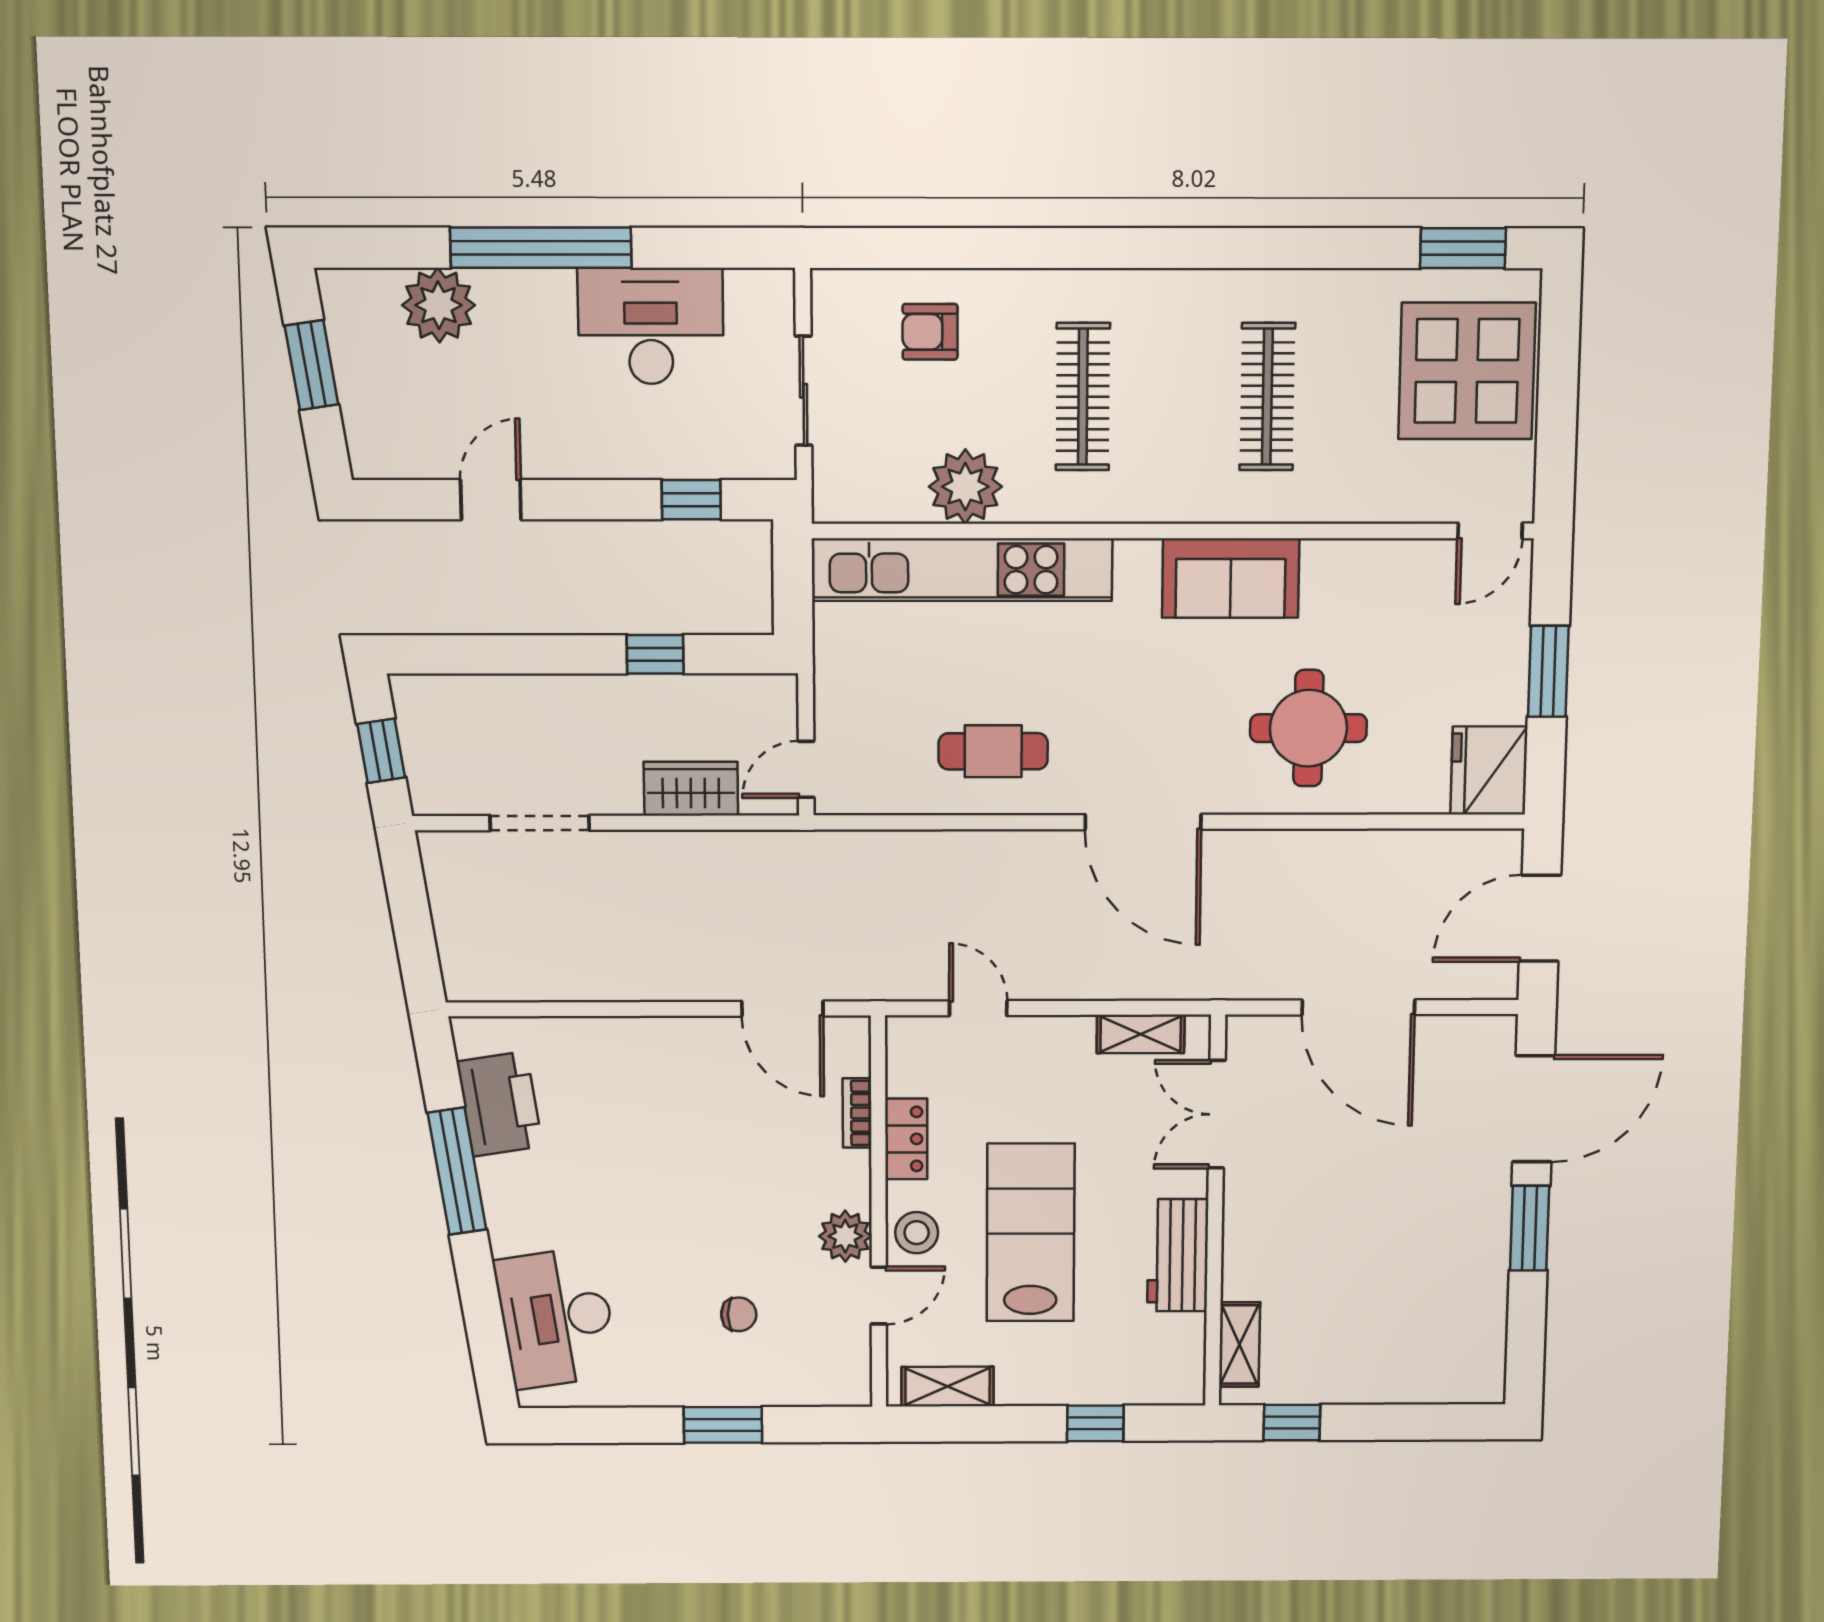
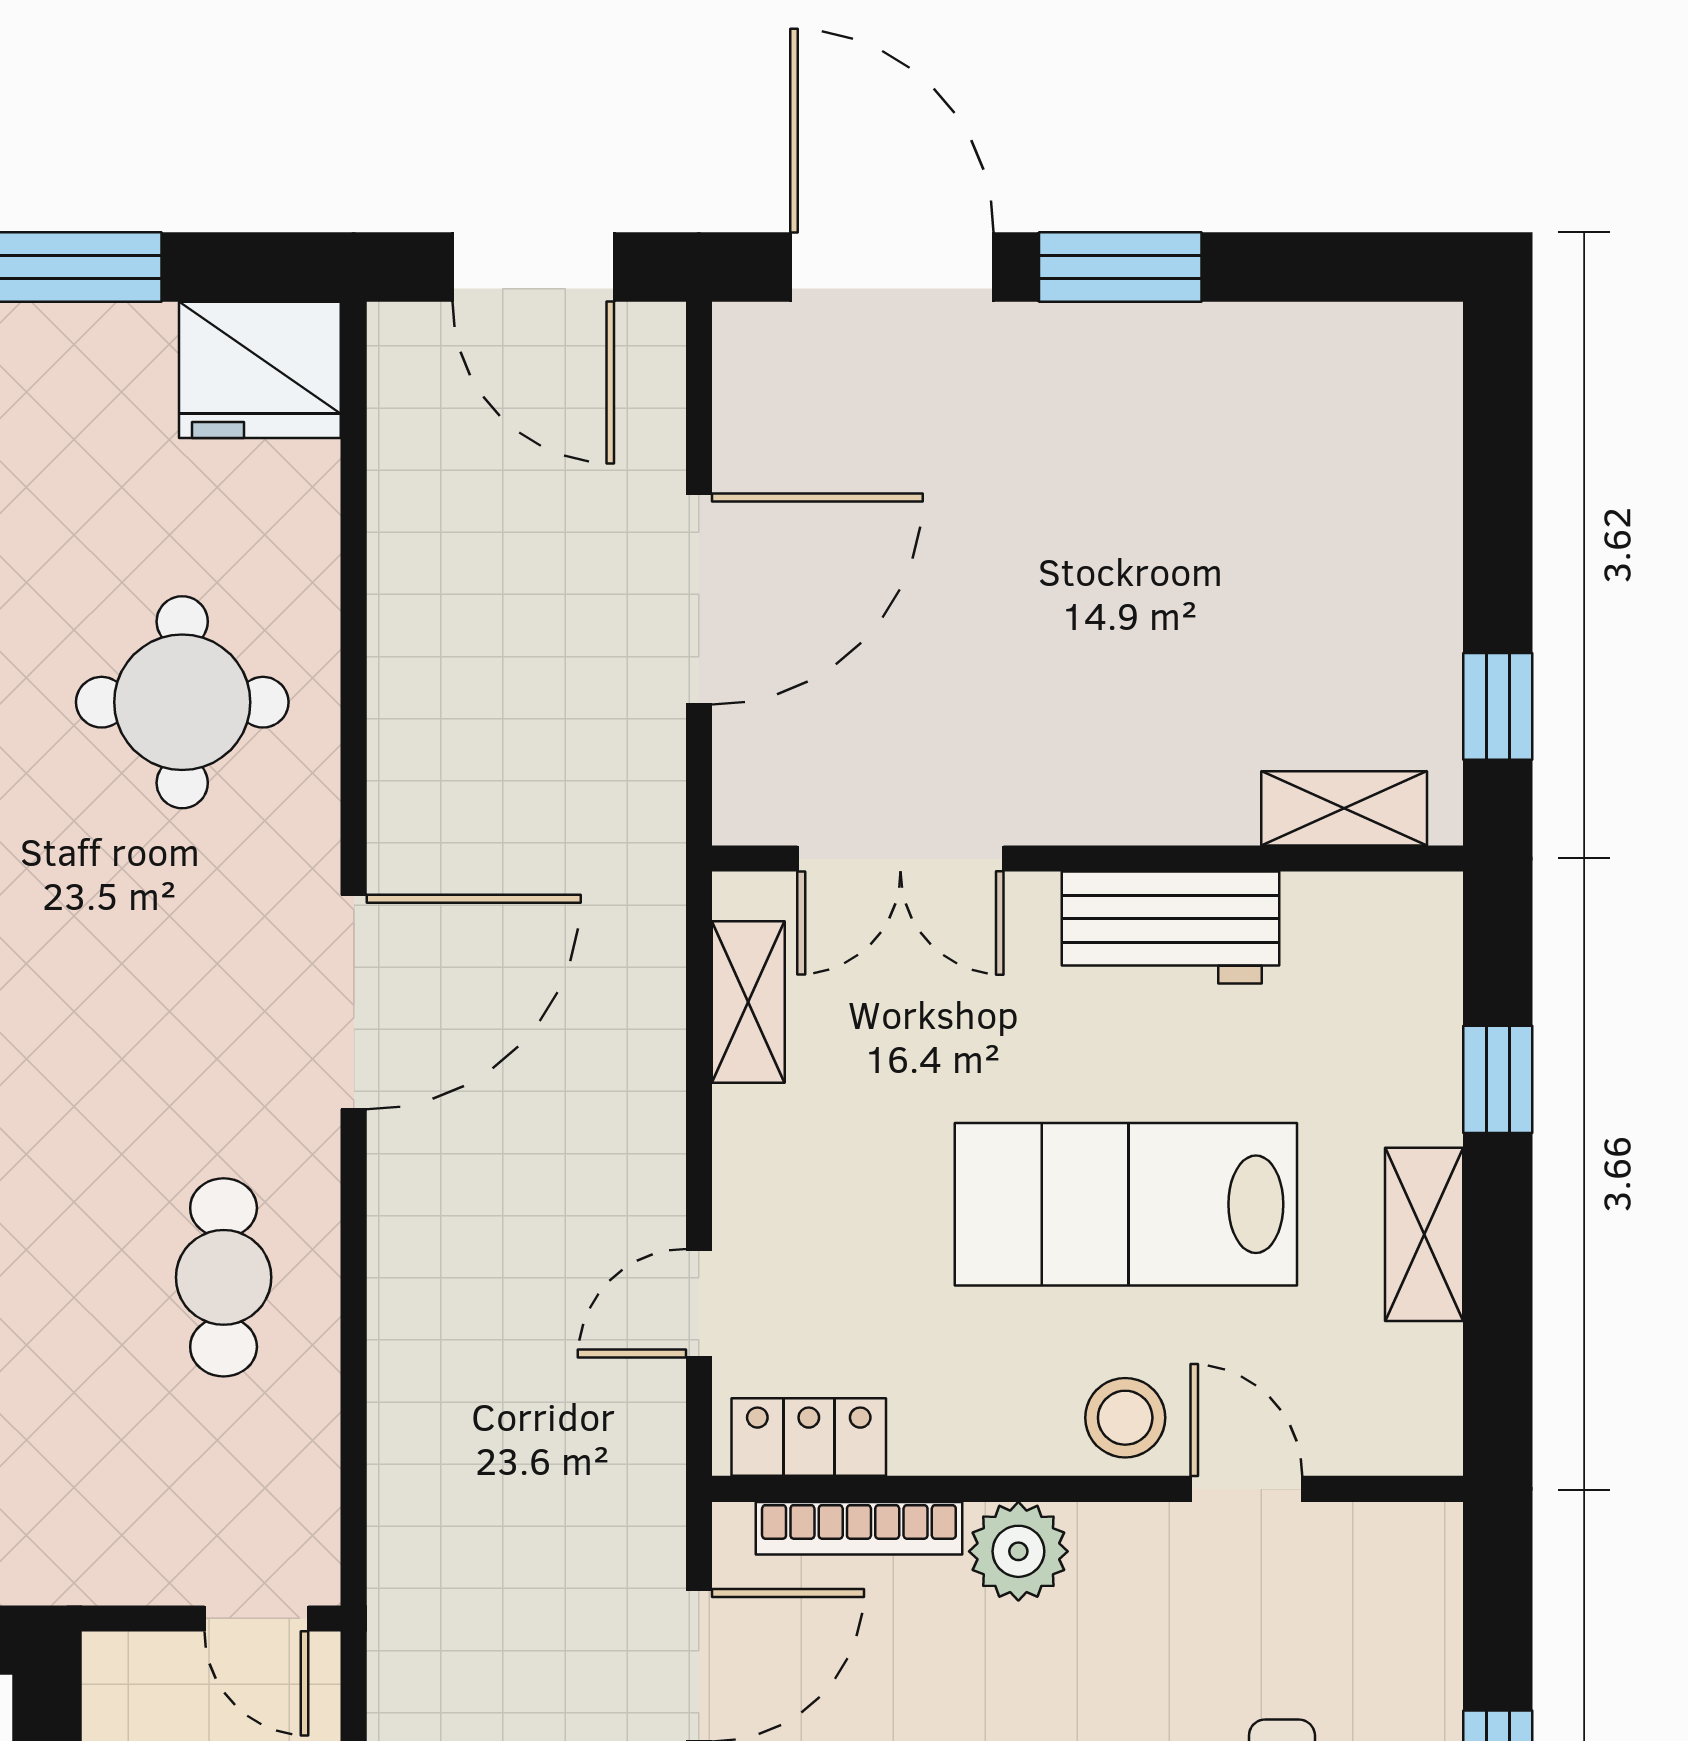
bookcase: (857, 1113) -> (859, 1528), width x1.56
locker: (906, 1139) -> (809, 1437), moved
plant: (845, 1236) -> (1018, 1551), moved
shelving: (948, 1387) -> (1424, 1234), moved

